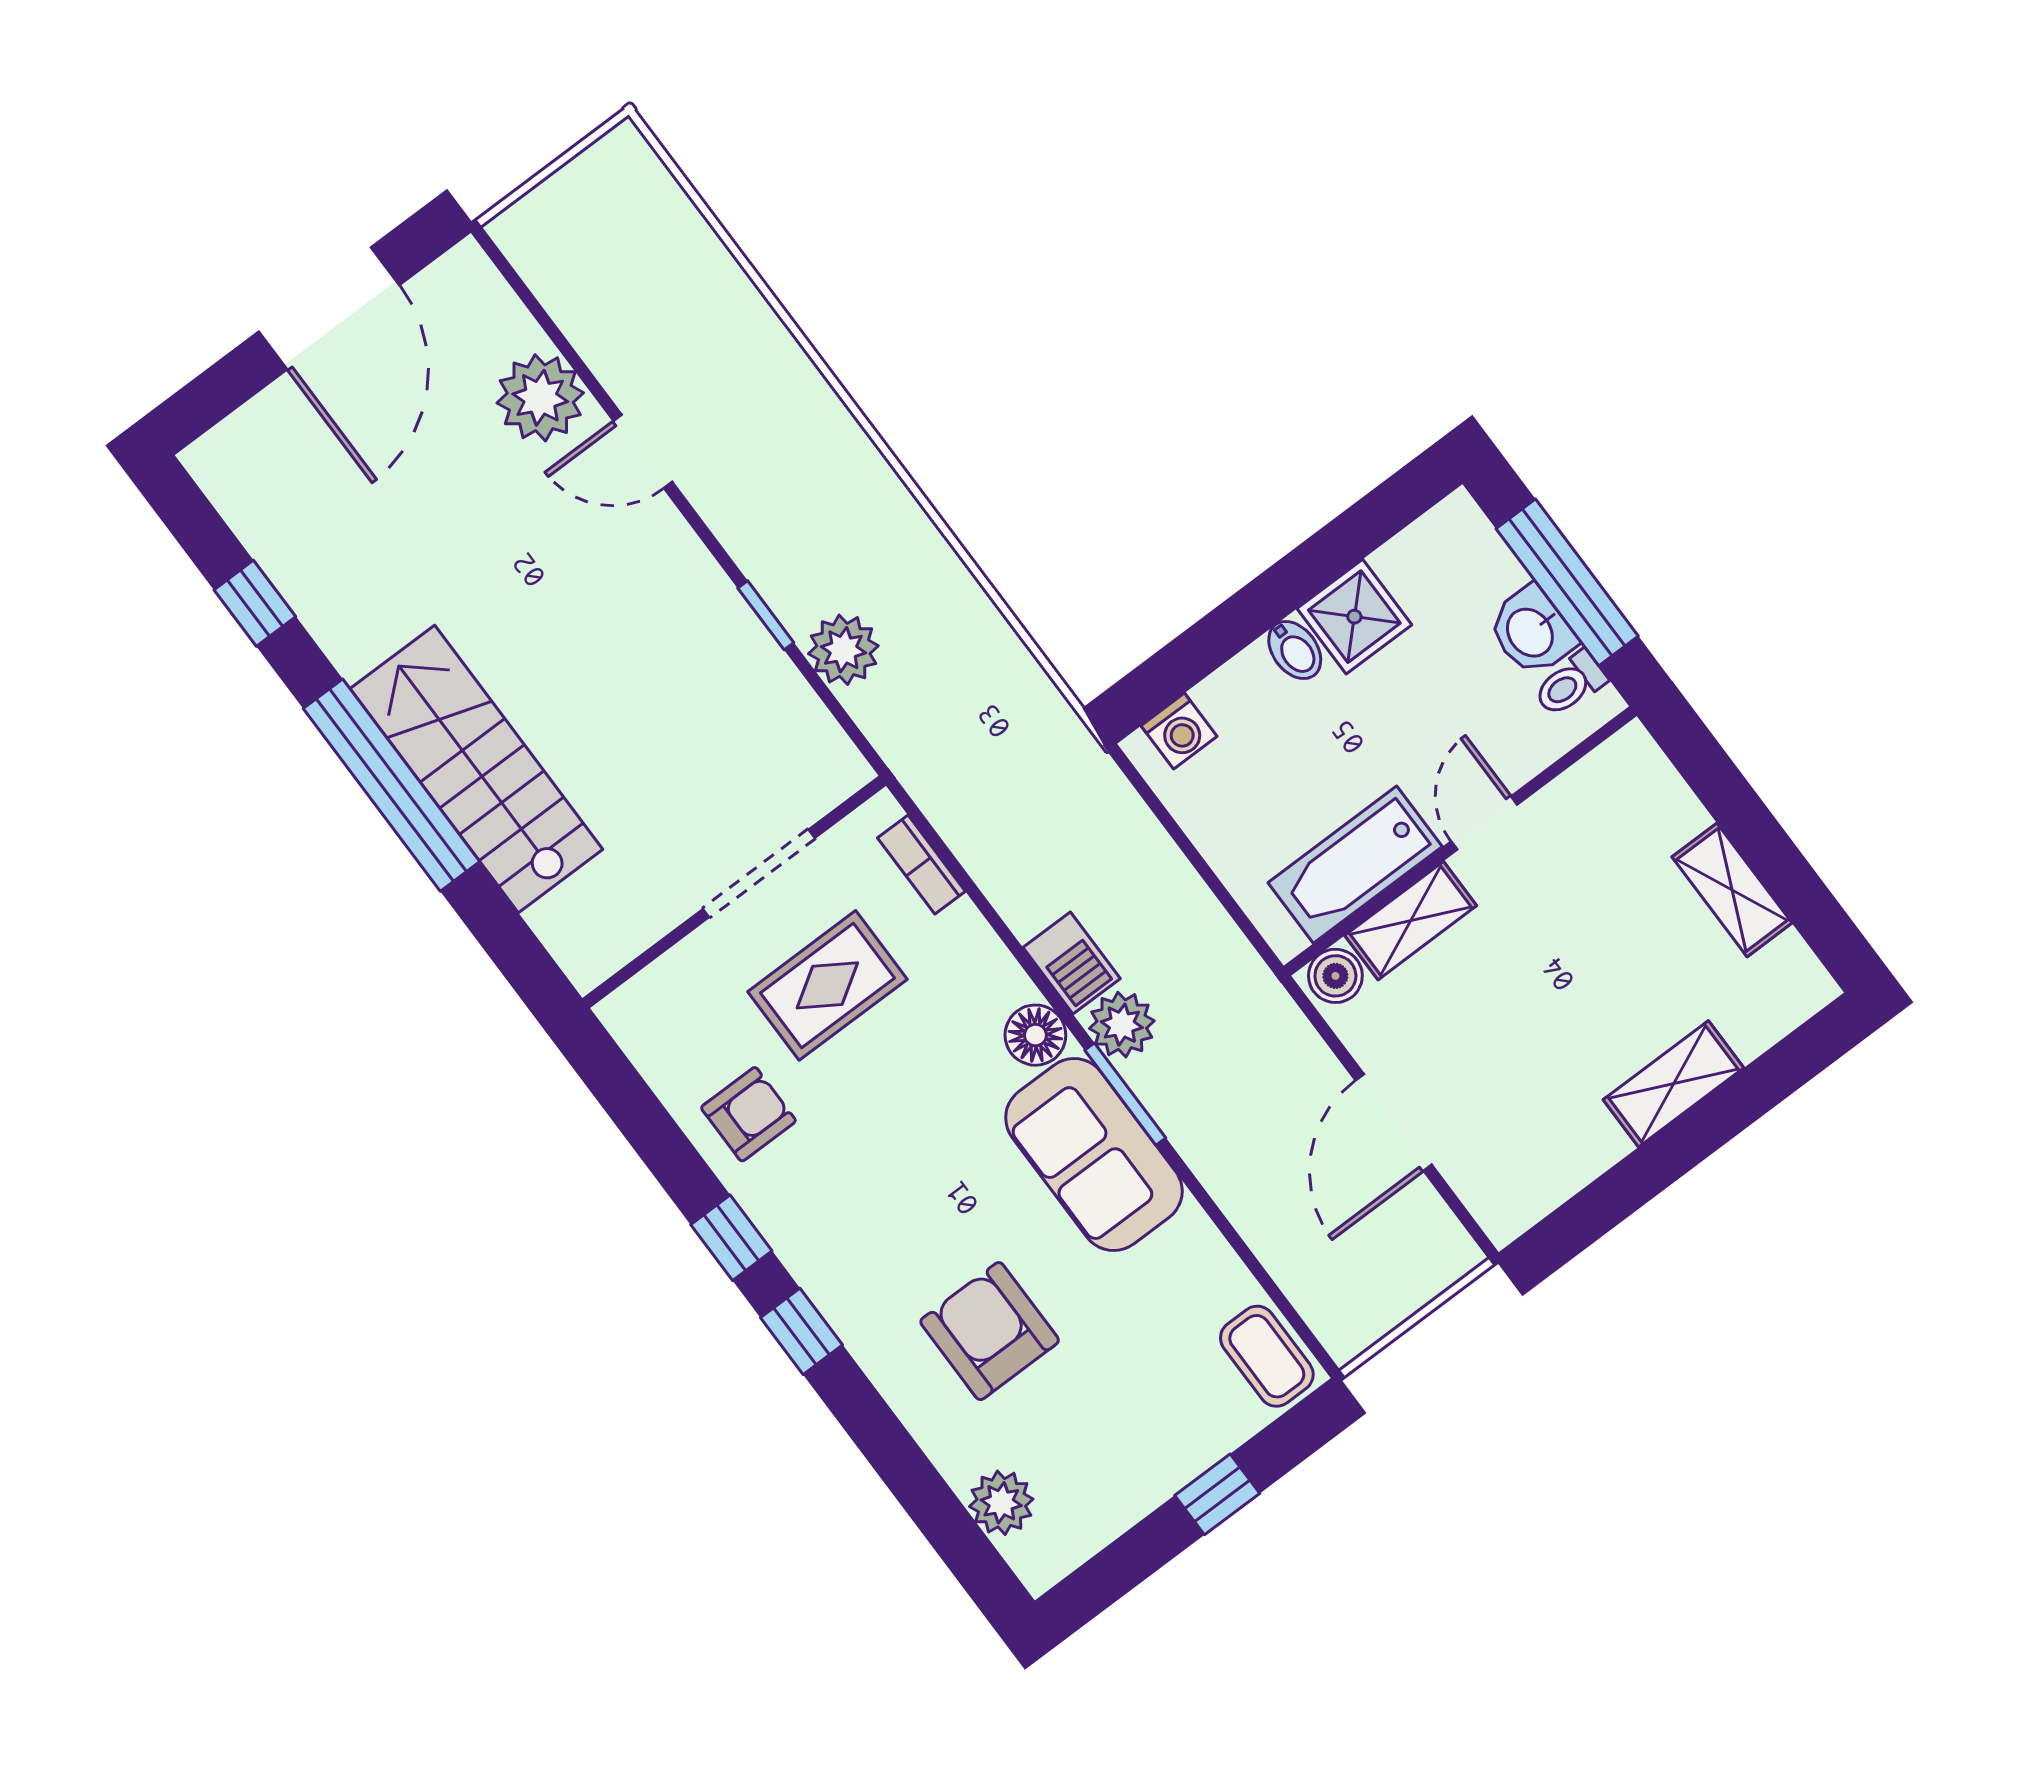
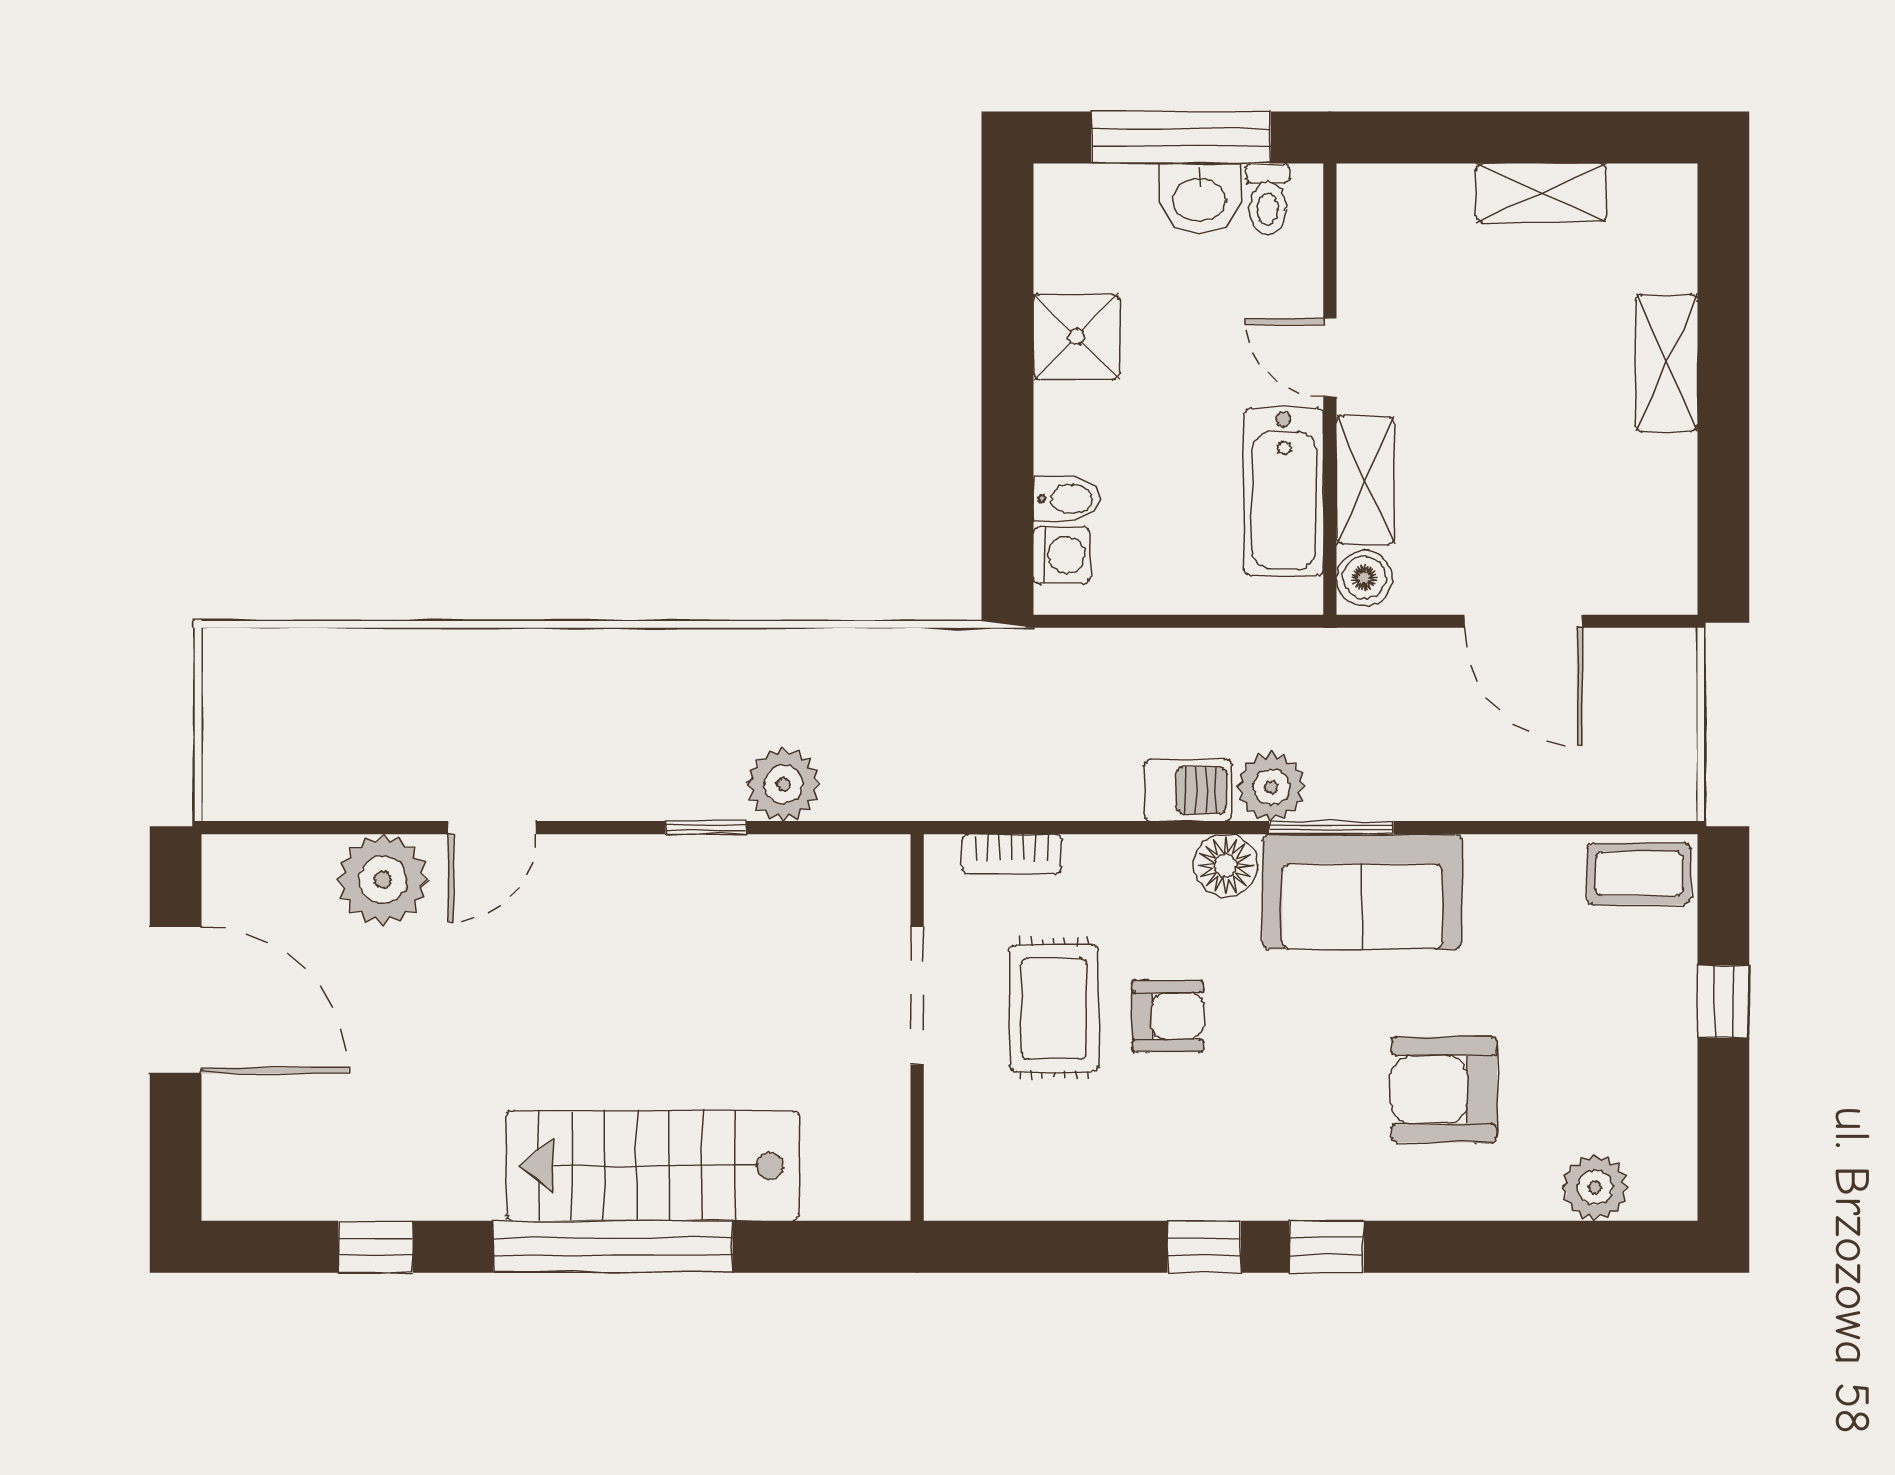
bidet: (1295, 650) -> (1067, 499), moved
armchair: (748, 1114) -> (1168, 1016), moved, turned 90

